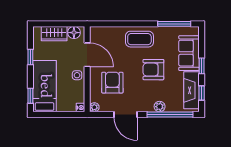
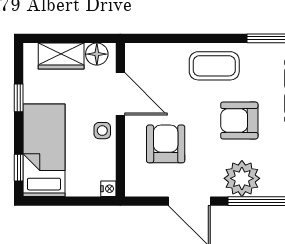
plant: (94, 107) -> (133, 188), removed
plant: (160, 107) -> (242, 178), width x1.87, depth x1.87

